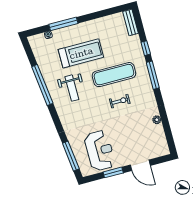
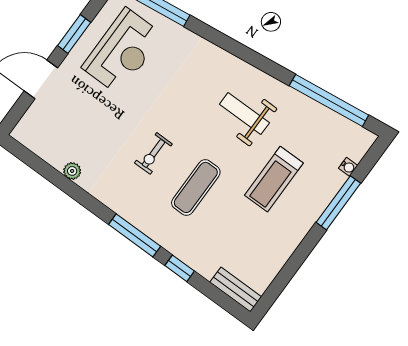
treadmill: (81, 53) -> (274, 179), width x0.73, depth x0.73
exercise mat: (114, 75) -> (196, 187), width x0.73, depth x0.69
window: (42, 85) -> (329, 100), moved
reception desk: (100, 151) -> (122, 51), turned -90

